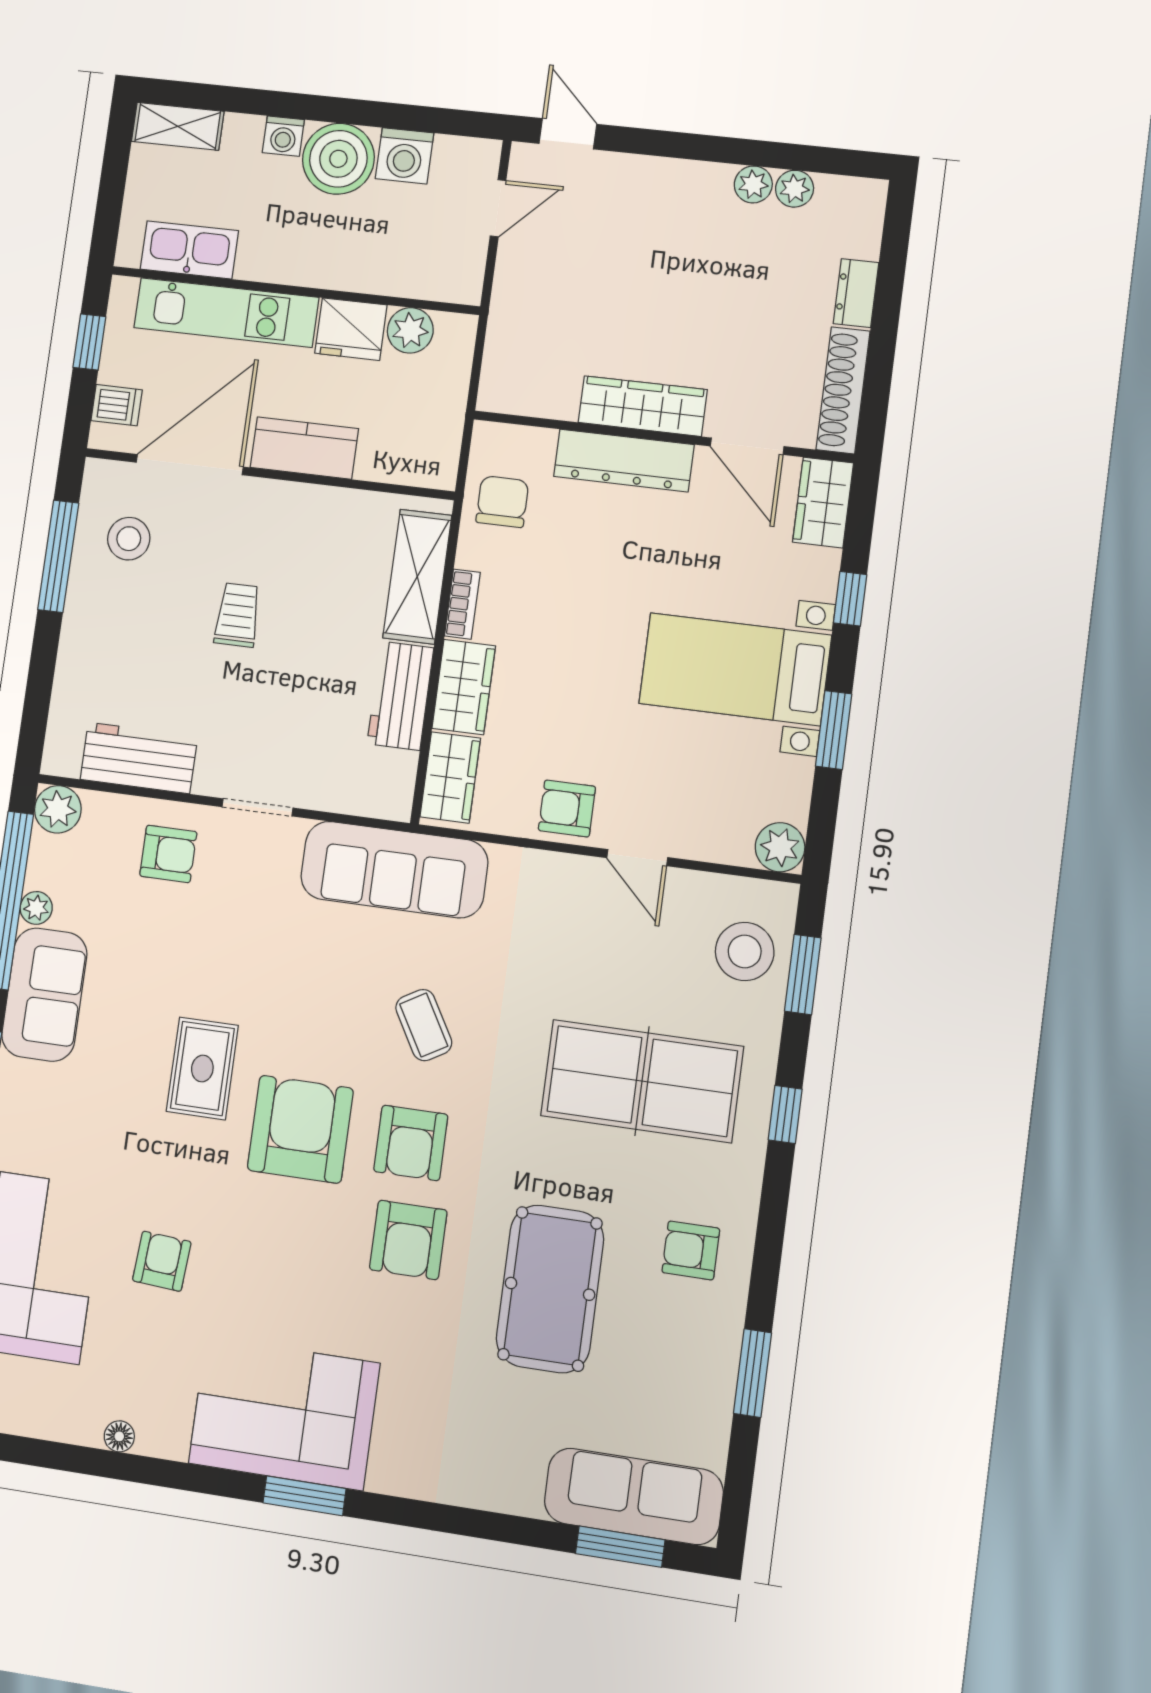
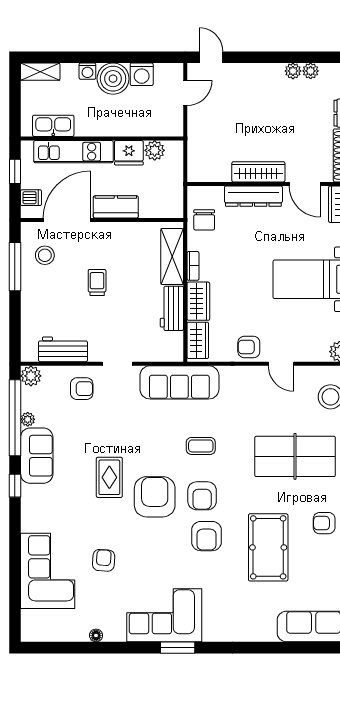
chair: (502, 502) -> (204, 220), turned 180
coffee table: (424, 1025) -> (201, 446), turned -60
window: (620, 1547) -> (311, 648), removed

